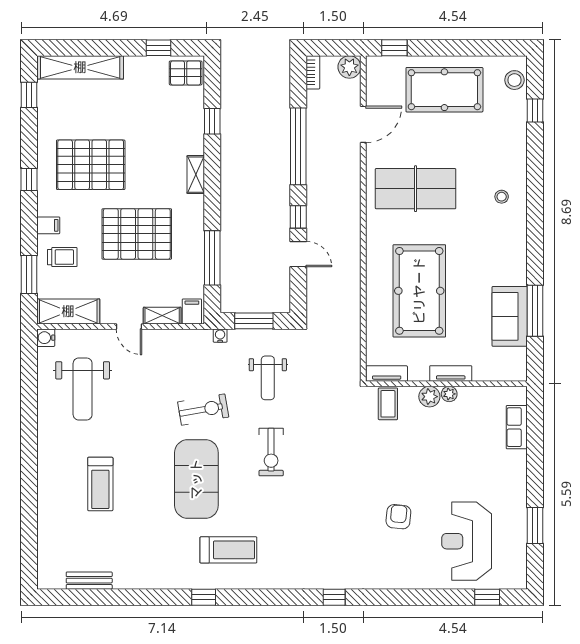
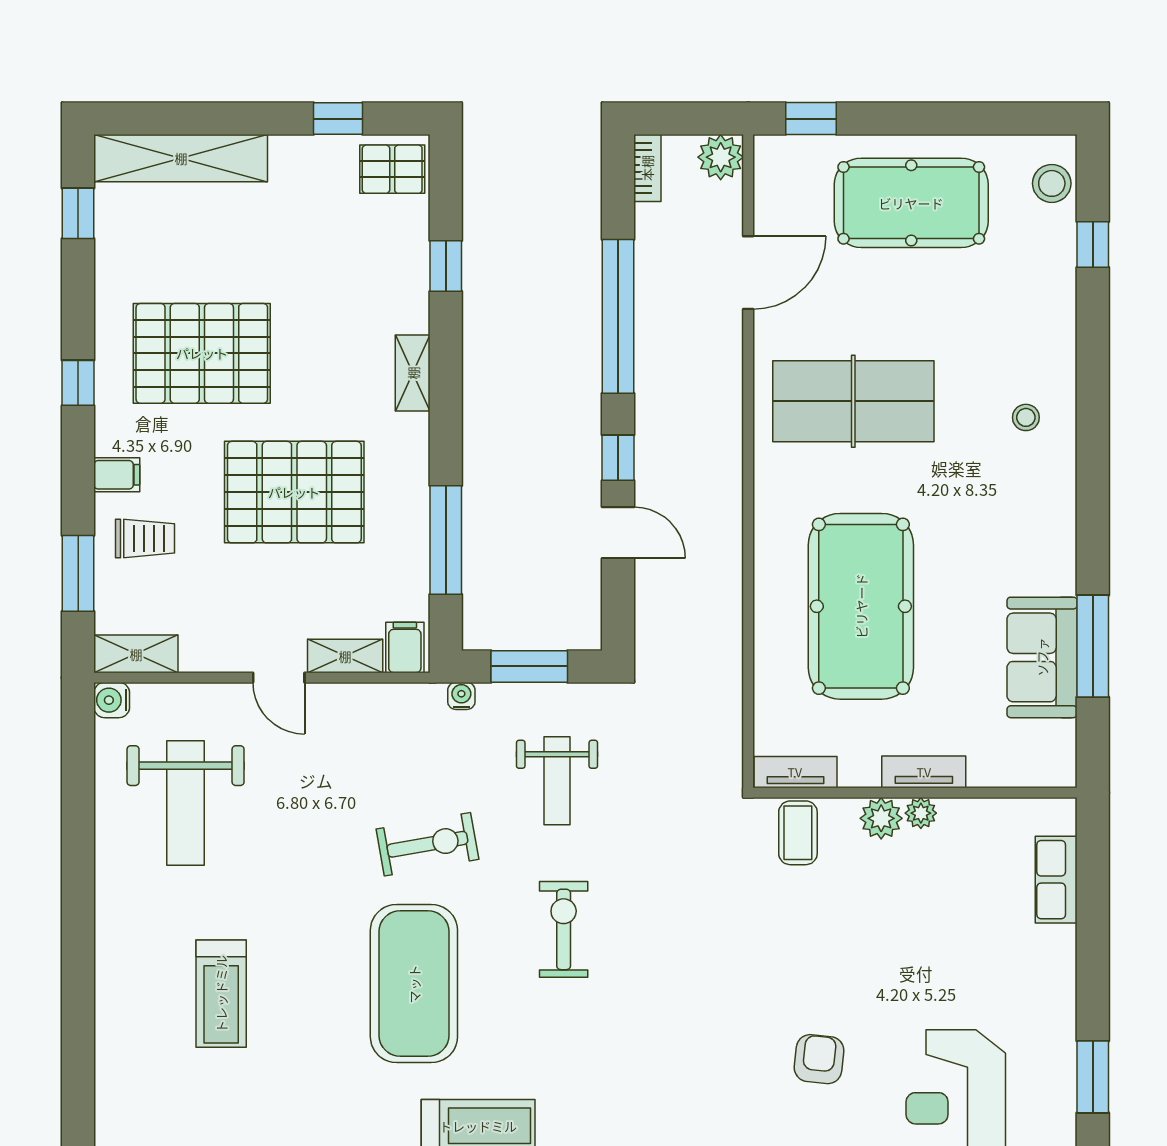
shelving: (68, 311) -> (136, 654), width x0.67, depth x0.75
exercise bike: (271, 452) -> (564, 929), turned 180

